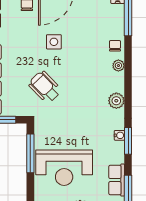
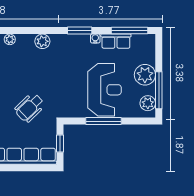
water cooler: (119, 135) -> (95, 38), moved
window: (30, 153) -> (104, 121), moved

